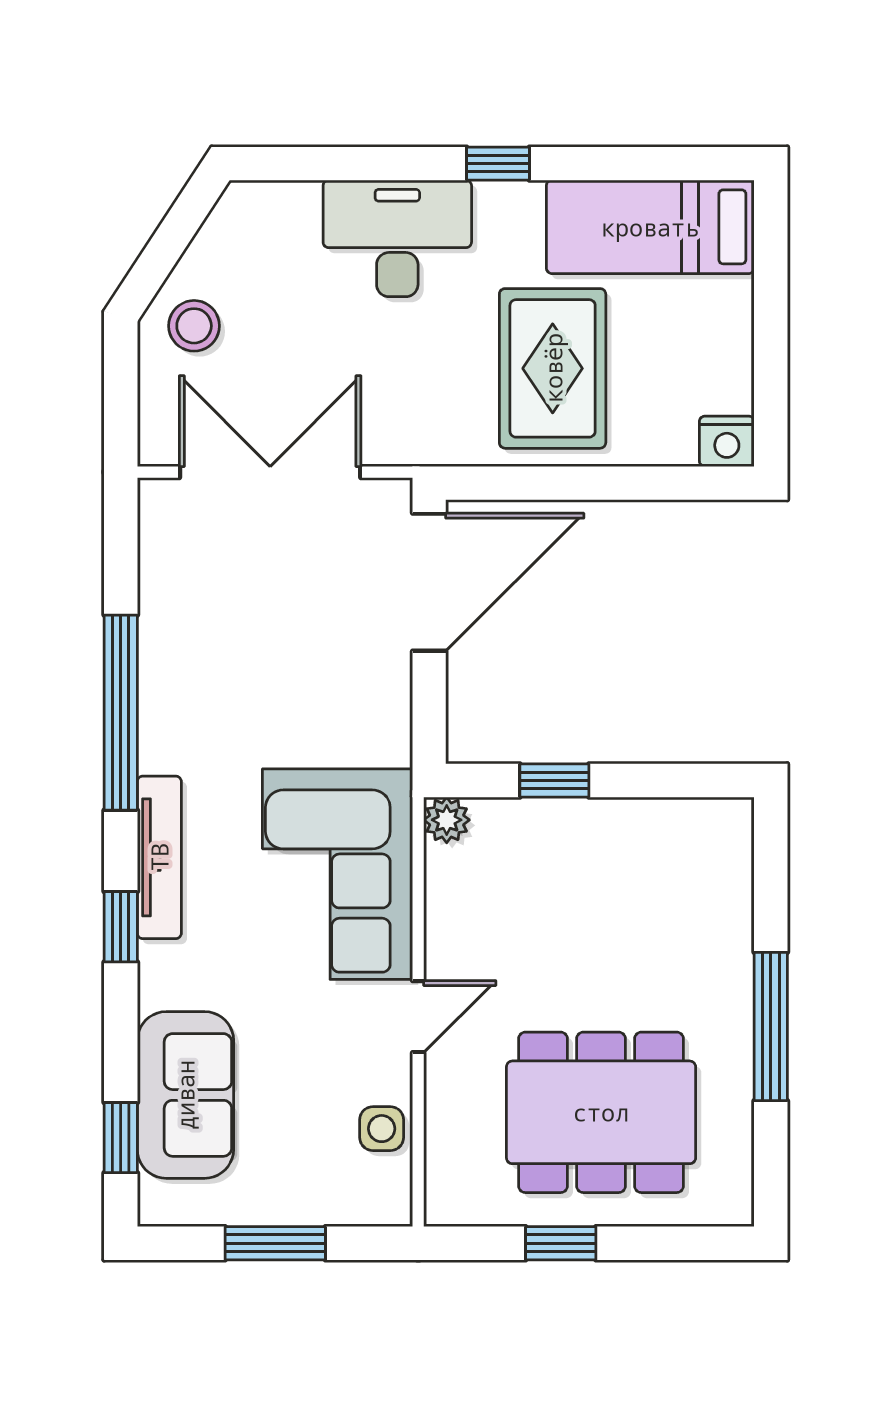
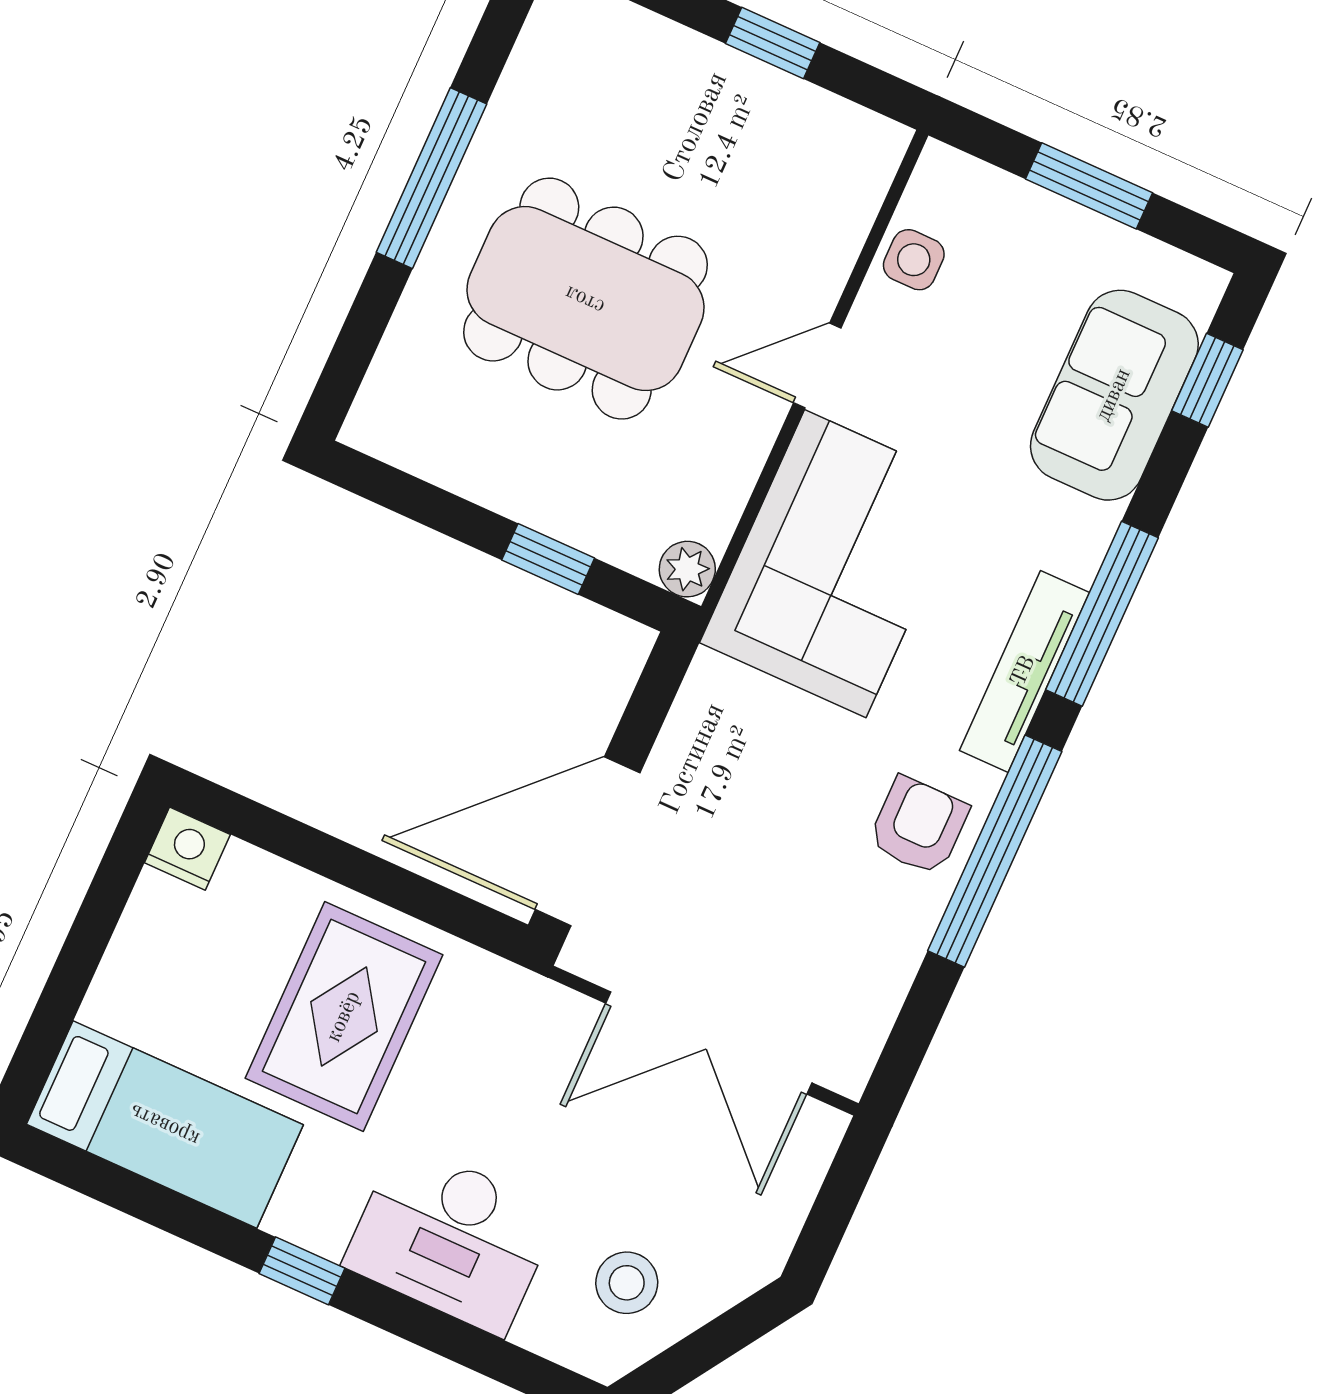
stool: (194, 326) -> (627, 1283), moved
armchair: (186, 706) -> (919, 826), added
window: (121, 927) -> (1102, 614), width x2.17
dining table: (601, 1112) -> (585, 299), moved

